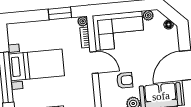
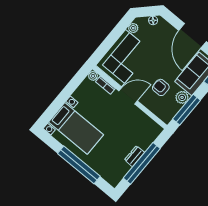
window: (60, 13) -> (72, 86), removed
bed with nightstands: (37, 65) -> (76, 128), moved, turned 90
armchair: (125, 80) -> (161, 87), turned -90

